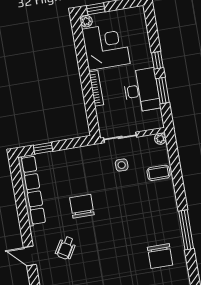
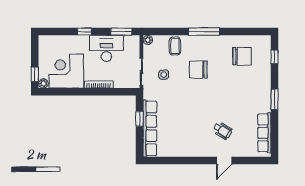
window: (163, 90) -> (121, 32), moved
window: (43, 148) -> (140, 119), moved
row of seats: (32, 191) -> (150, 128), moved, turned 90
chair: (82, 206) -> (198, 69), moved
window: (186, 230) -> (204, 32), moved

